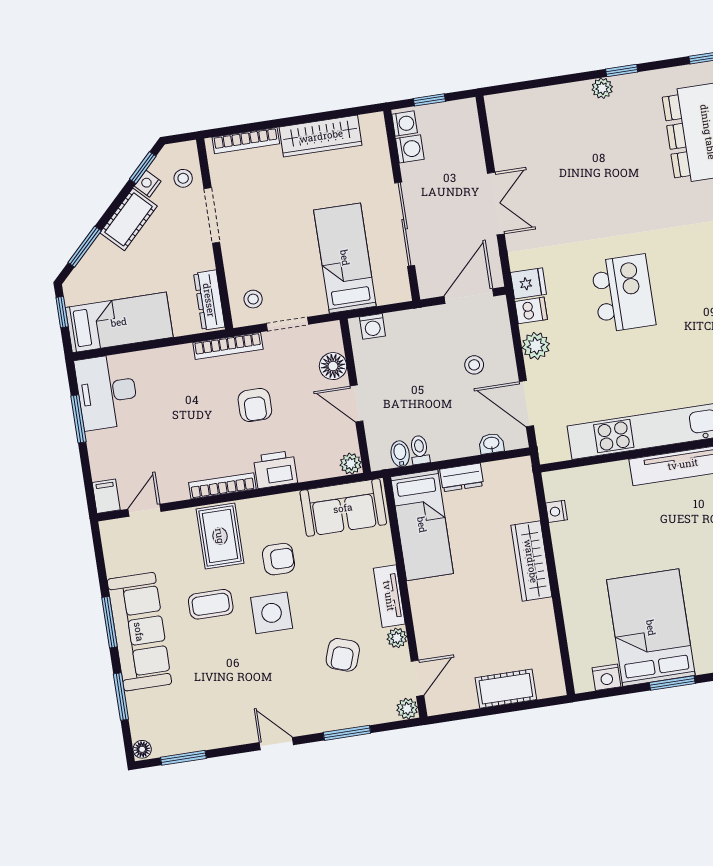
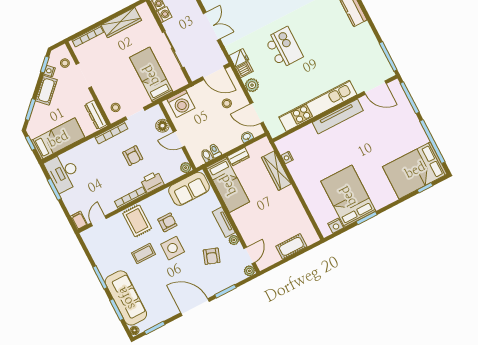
door: (469, 296) -> (214, 73), swing flipped
washing machine: (372, 326) -> (181, 104), width x1.89, depth x1.89
wardrobe: (531, 561) -> (276, 171), moved
sofa: (139, 632) -> (126, 298), moved
door: (276, 744) -> (195, 307), width x1.88

